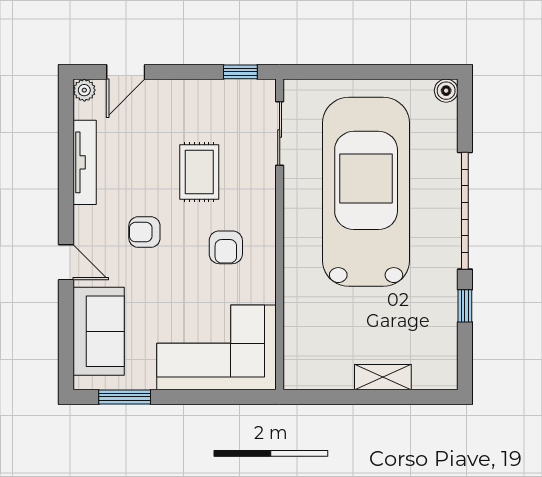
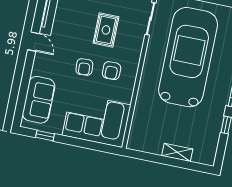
armchair: (144, 232) -> (84, 67), moved, turned -94
door: (66, 262) -> (33, 42), moved
window: (125, 397) -> (45, 136), width x0.67

